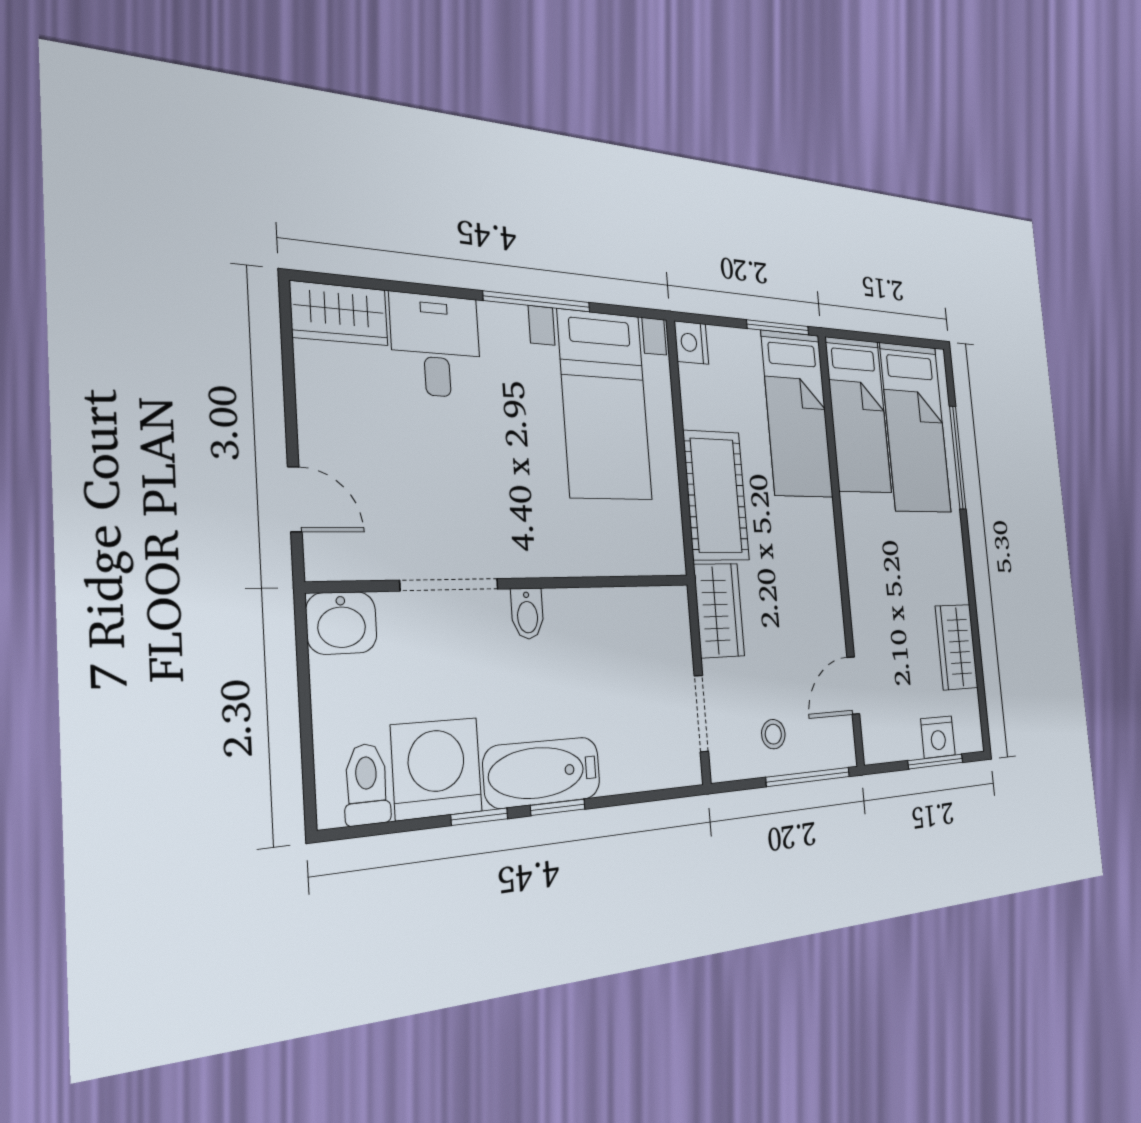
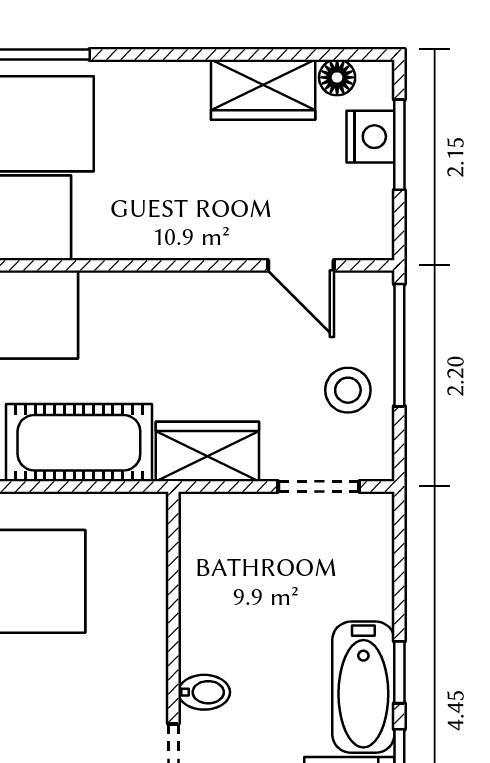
floor lamp: (970, 706) -> (337, 77), added
stool: (773, 734) -> (348, 390), width x1.37, depth x1.37

